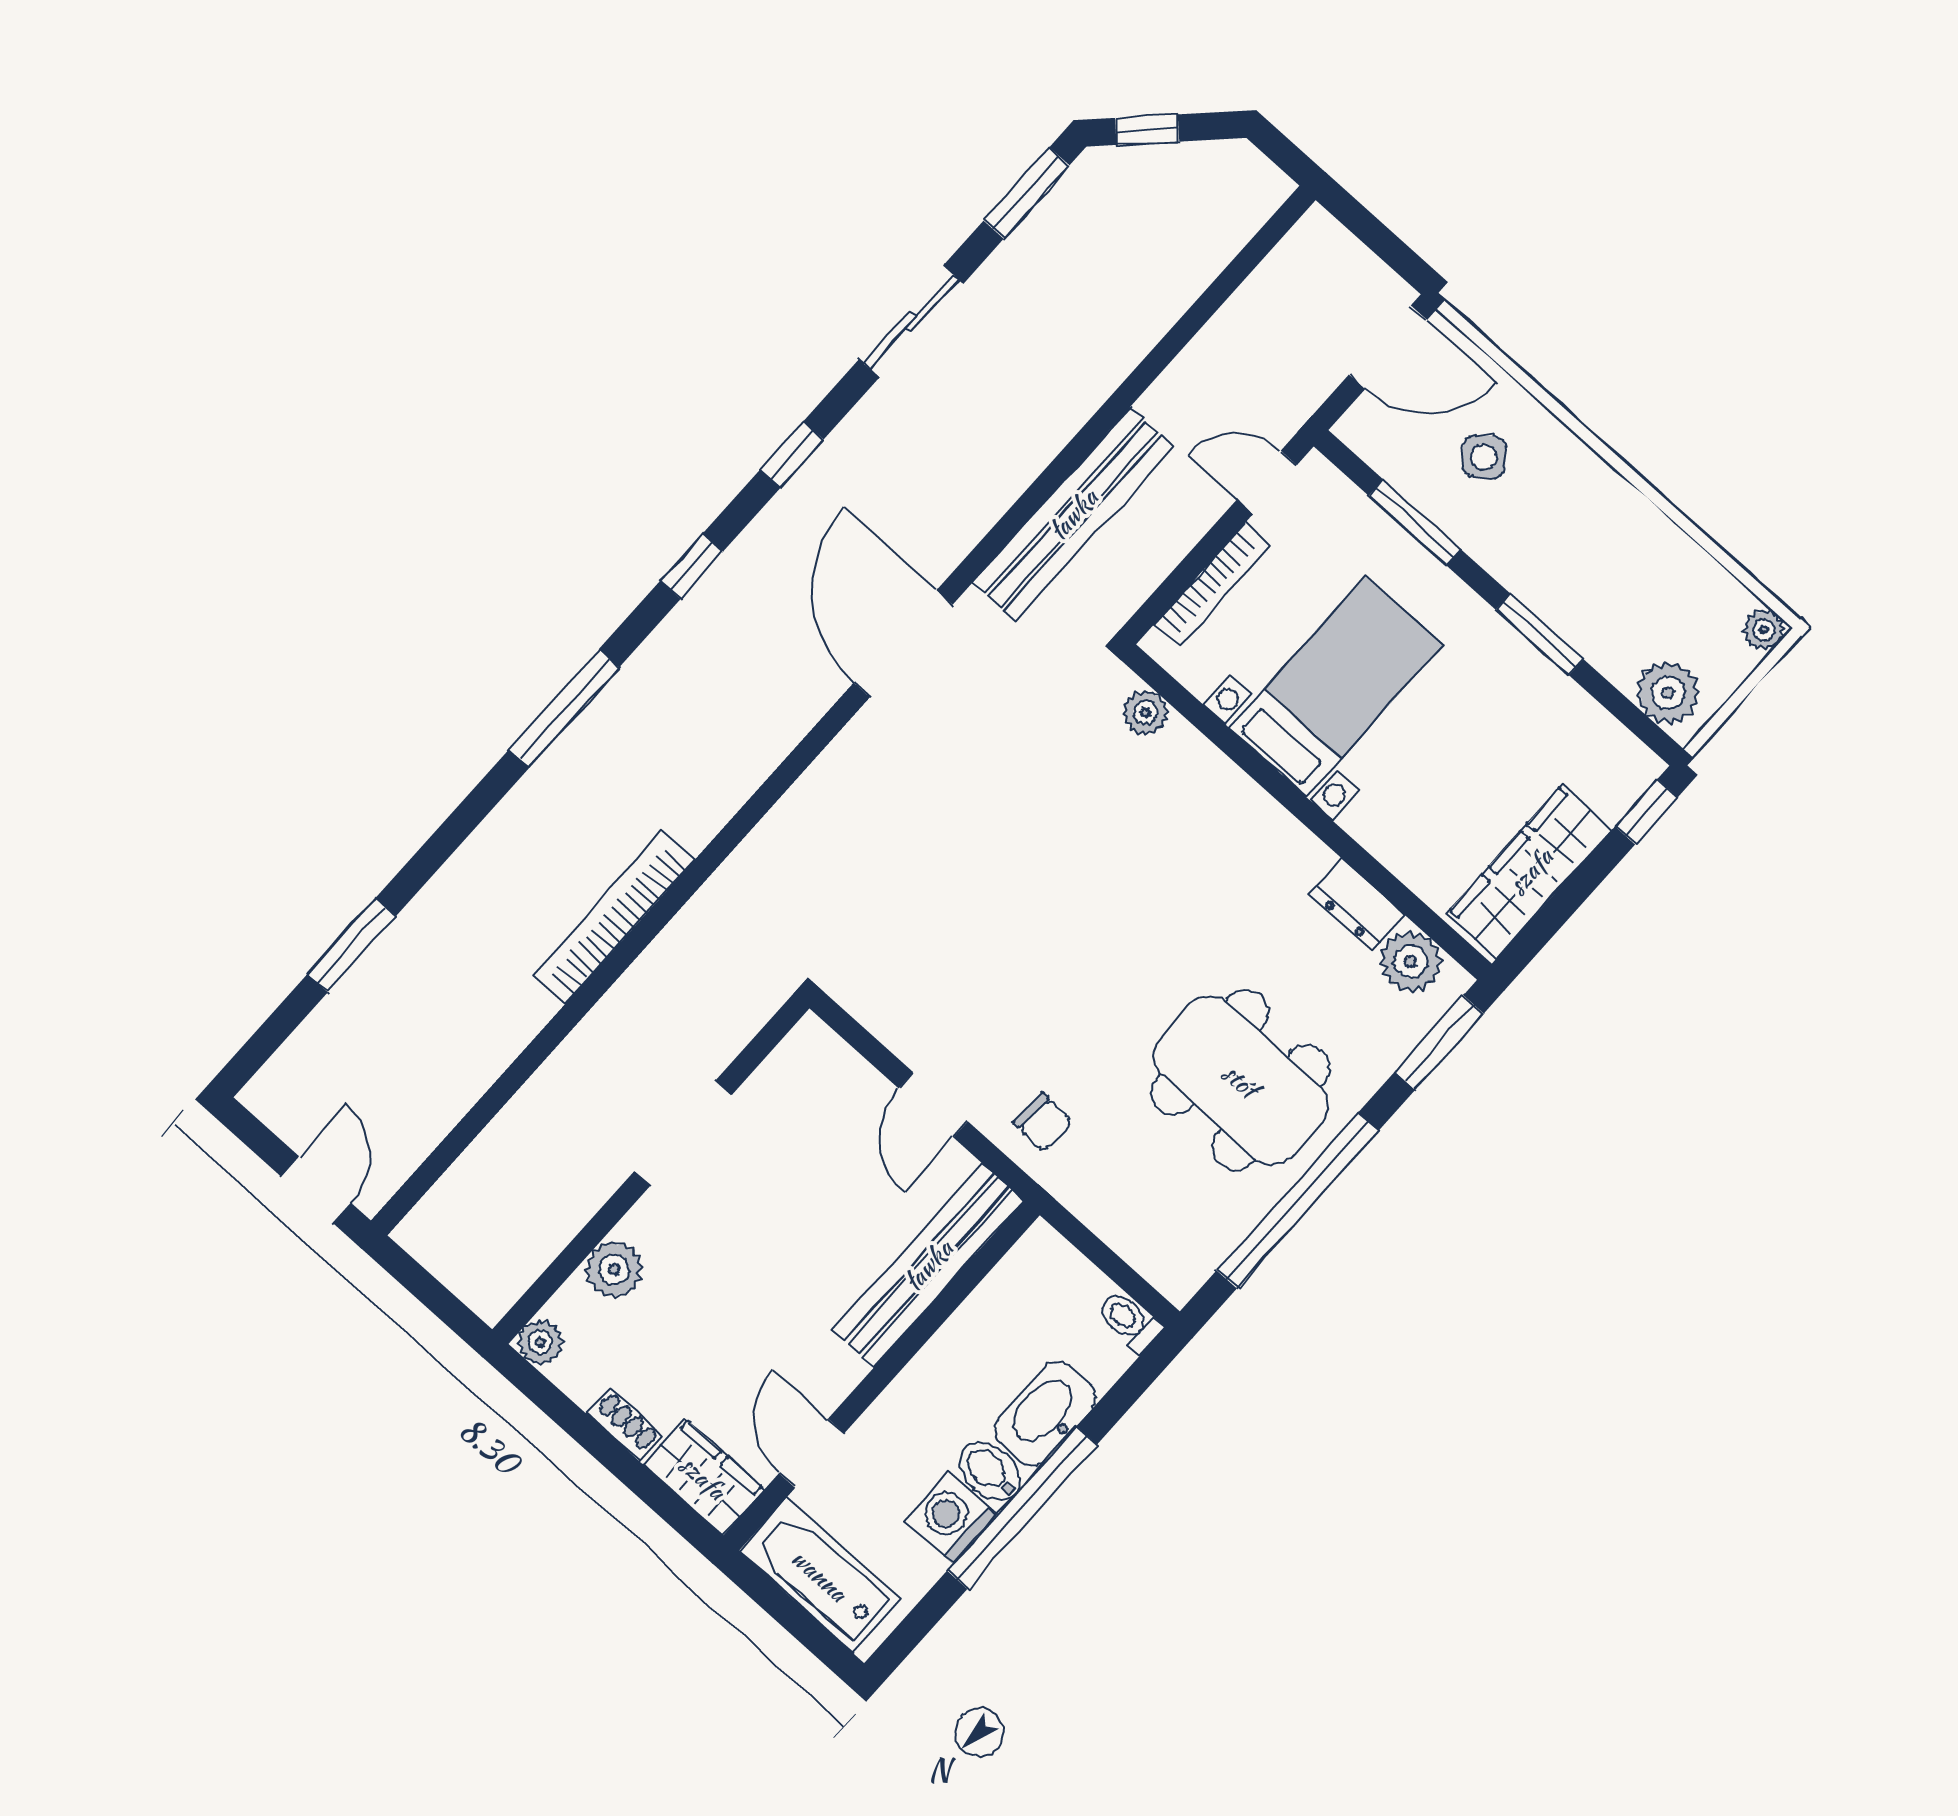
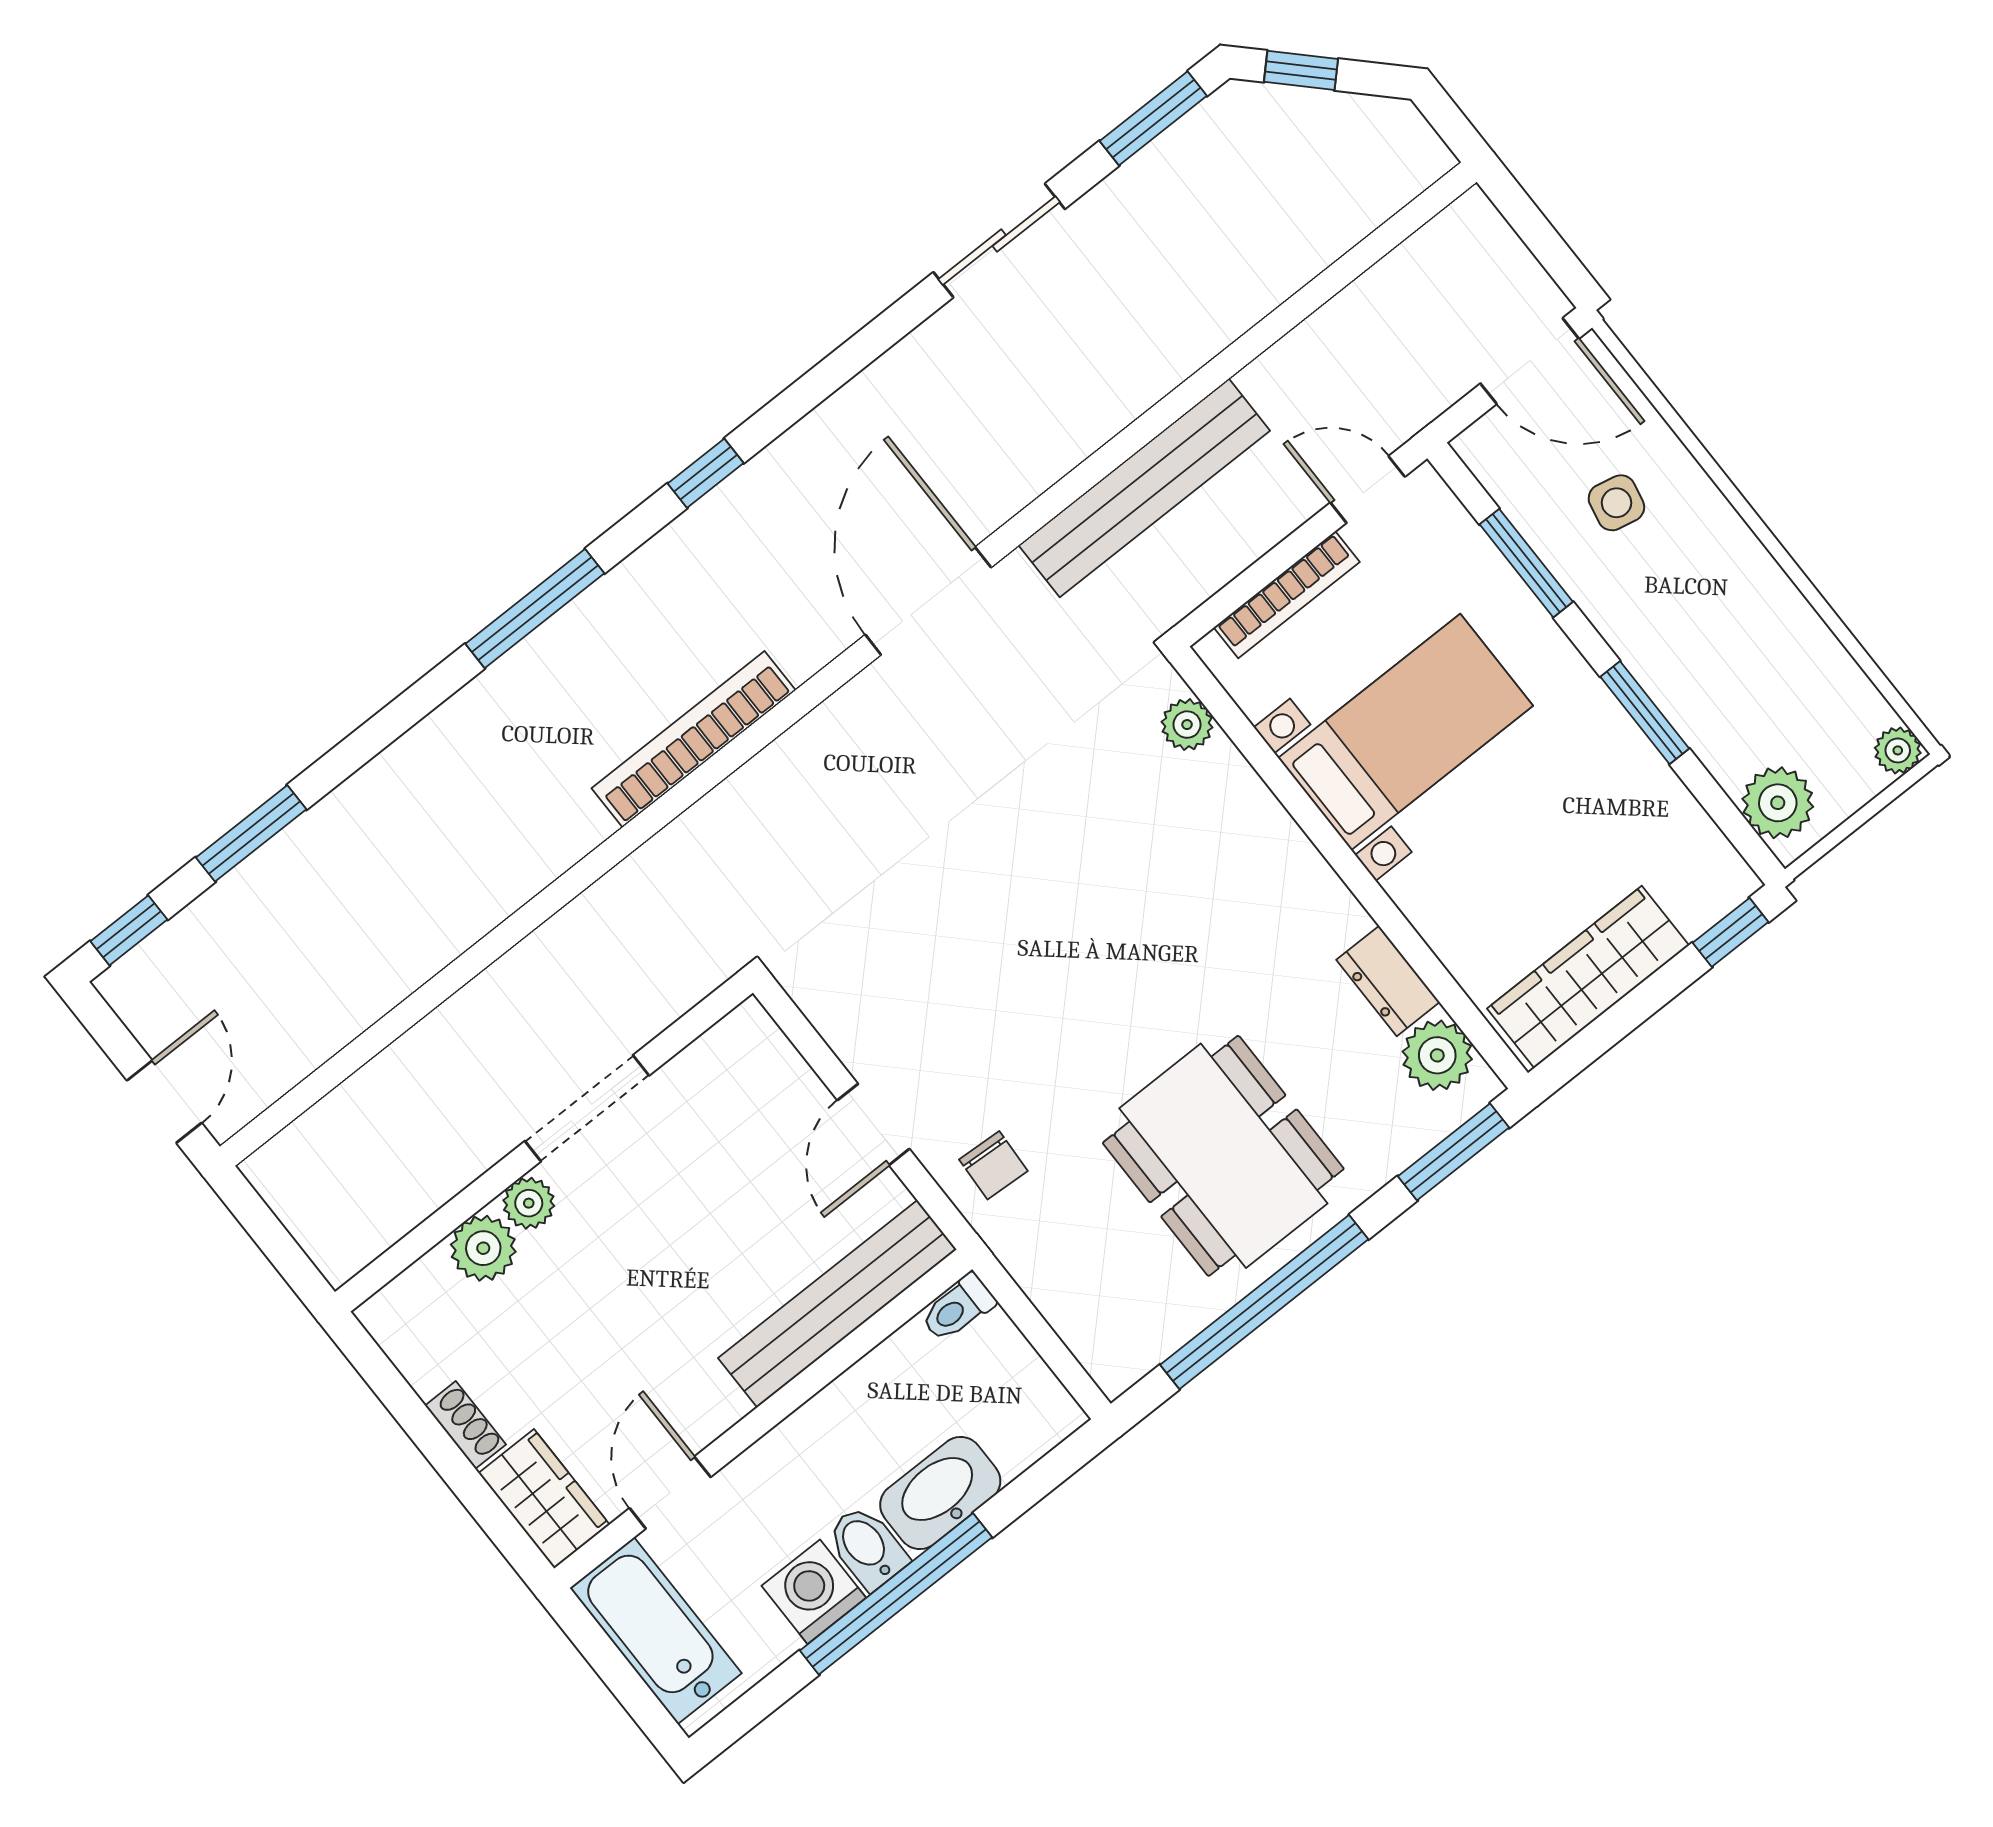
window: (792, 455) -> (129, 930), moved
side table: (1484, 457) -> (1616, 503), turned -38
bookcase: (614, 917) -> (694, 739), moved
toilet: (1129, 1321) -> (958, 1308), moved, turned -90
plant: (540, 1342) -> (529, 1203), moved

